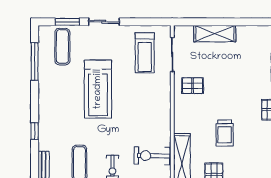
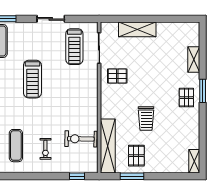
sliding door: (104, 22) -> (51, 19), moved
treadmill: (98, 89) -> (32, 79), width x0.73, depth x0.73

